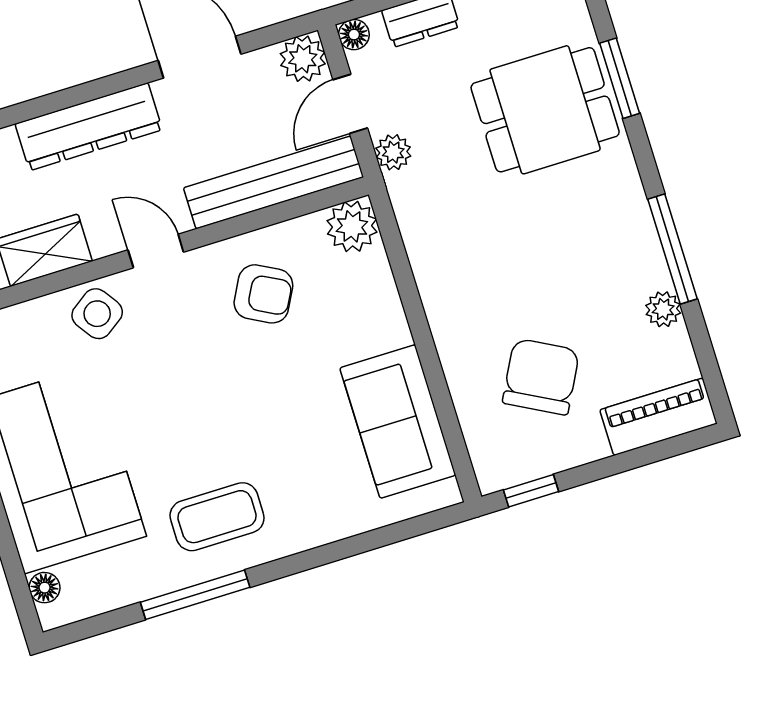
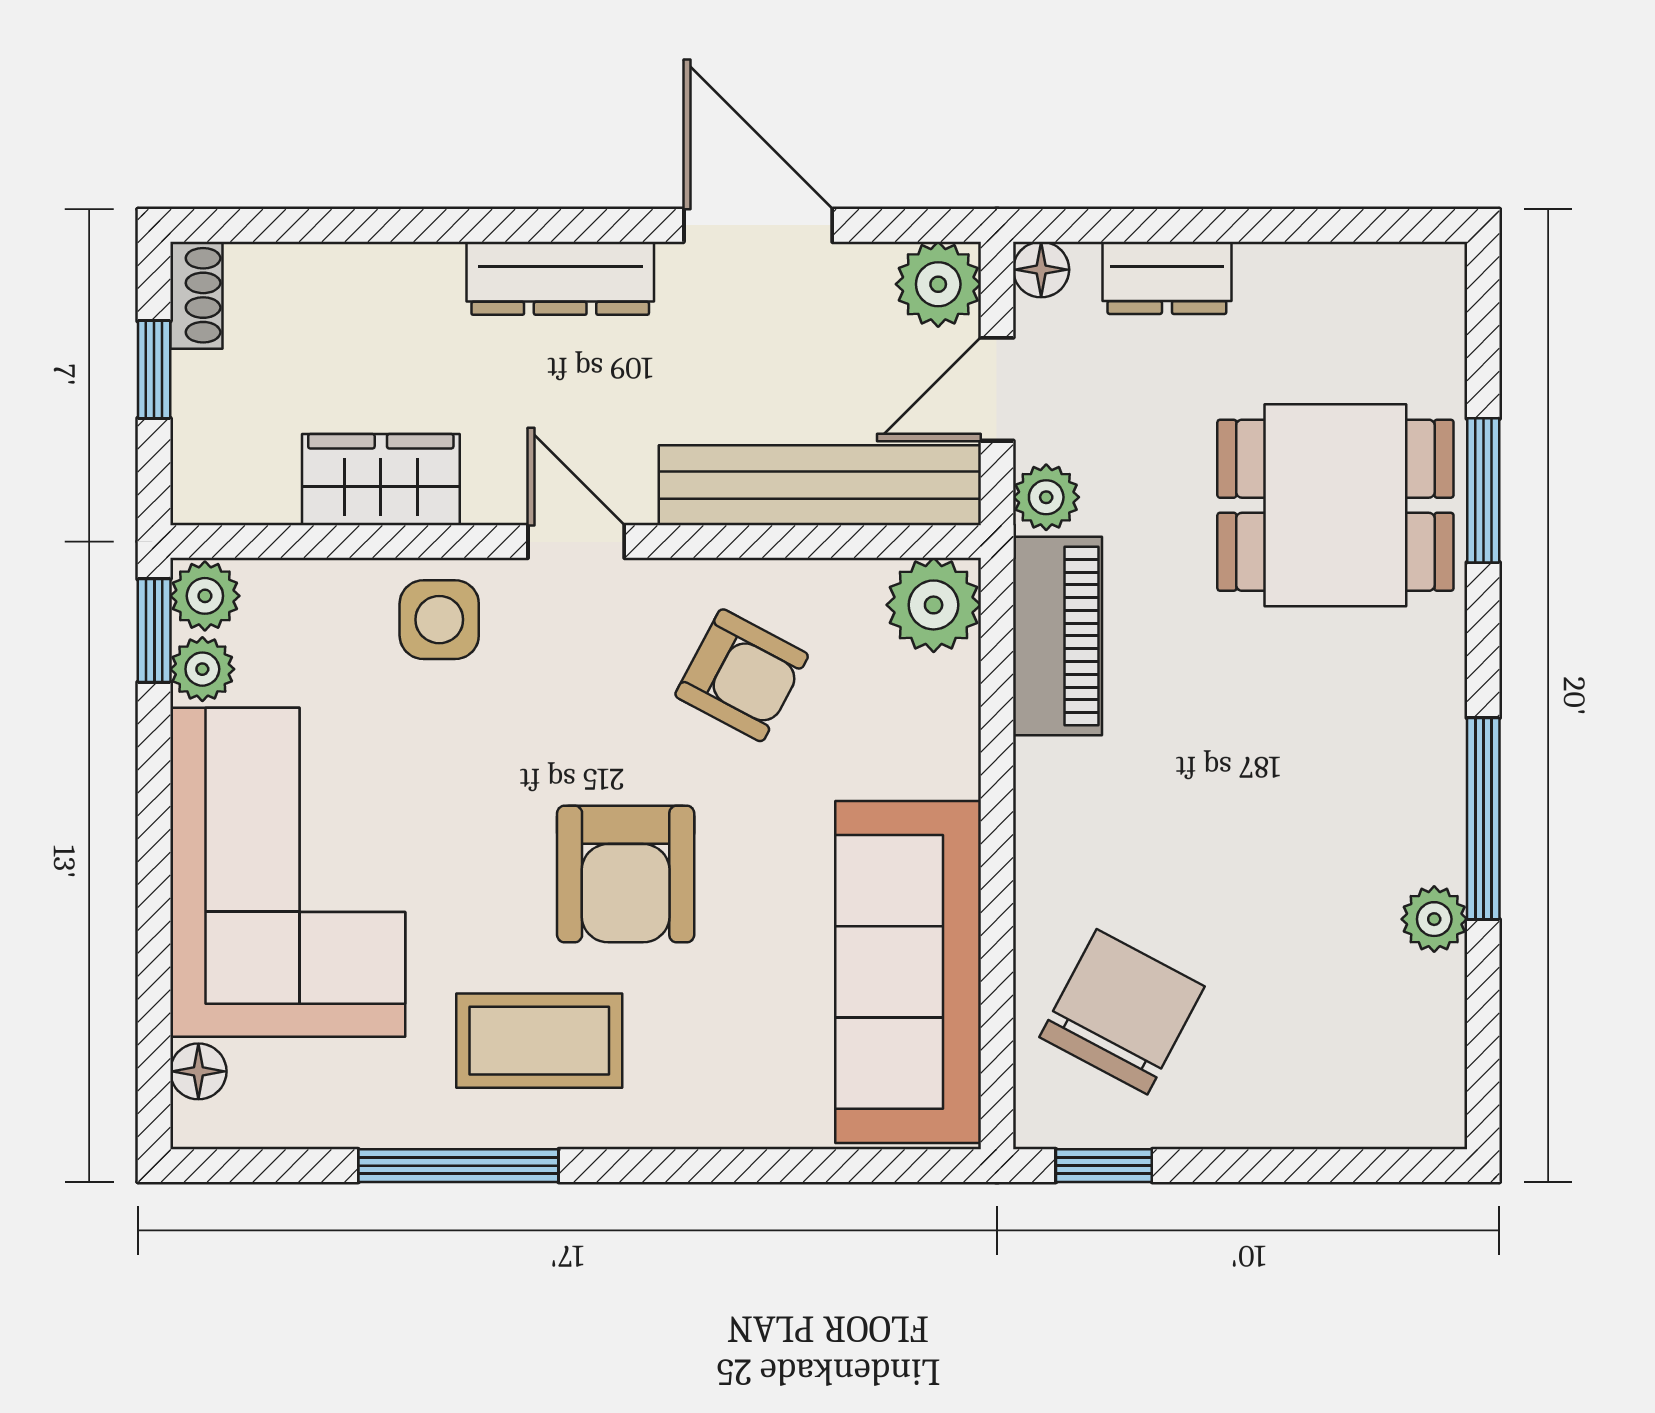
dresser: (89, 127) -> (560, 278), width x0.73, depth x0.80
side table: (97, 314) -> (439, 620), turned 35
chair: (541, 377) -> (1122, 1012), moved
armchair: (235, 416) -> (626, 874), added
piano: (659, 417) -> (1058, 636), moved, turned 90
sofa: (398, 422) -> (908, 972), width x1.36

